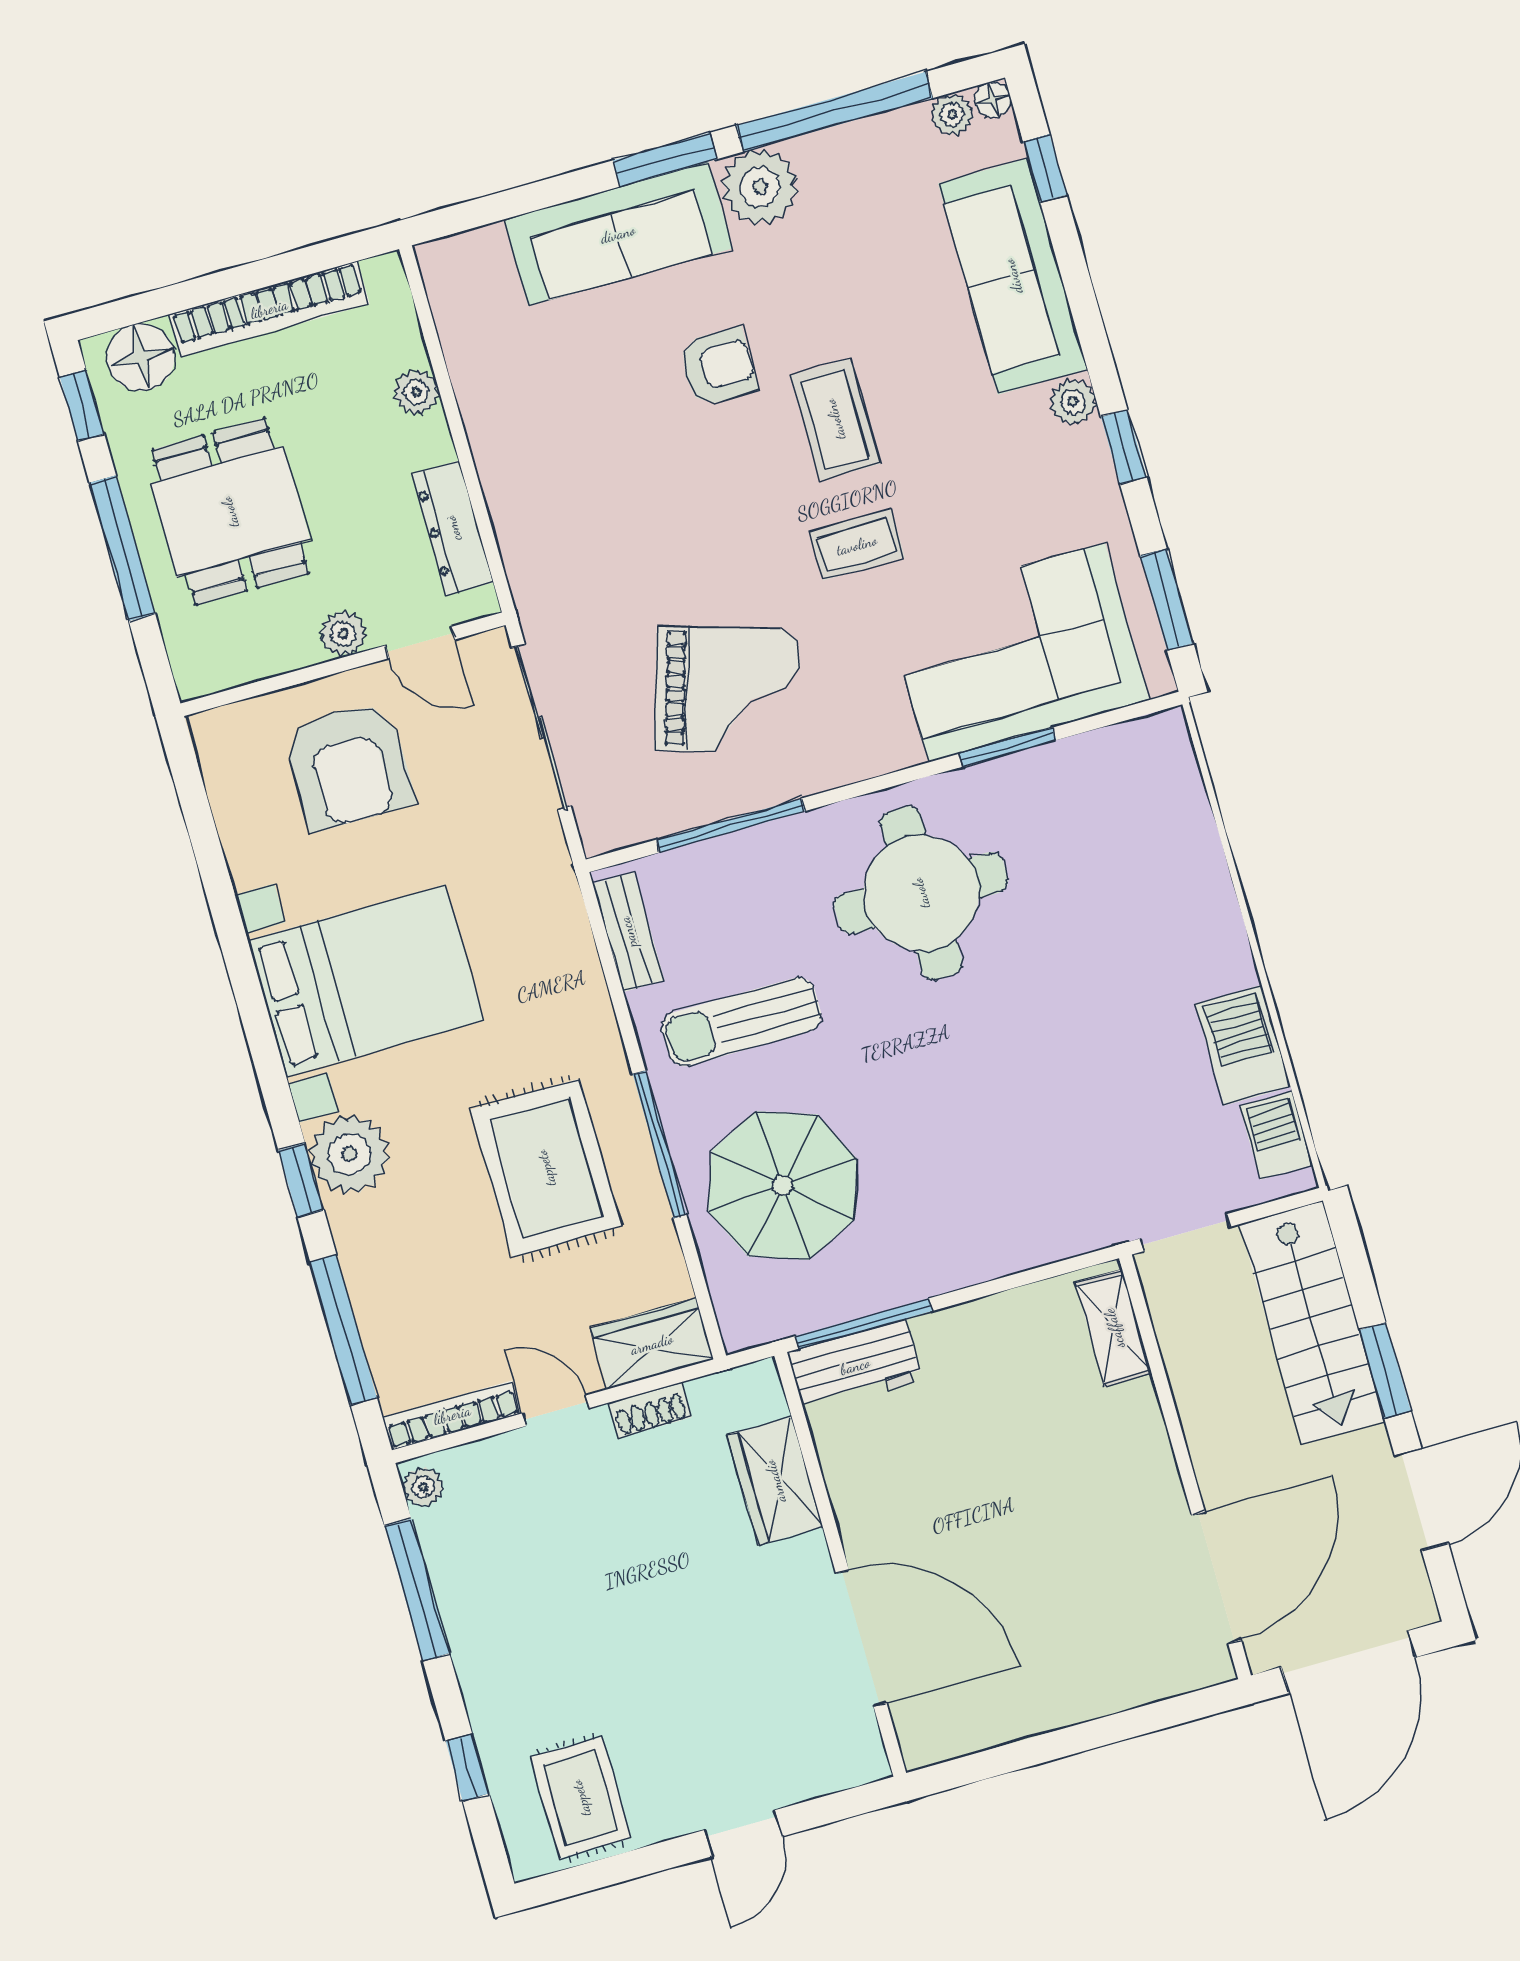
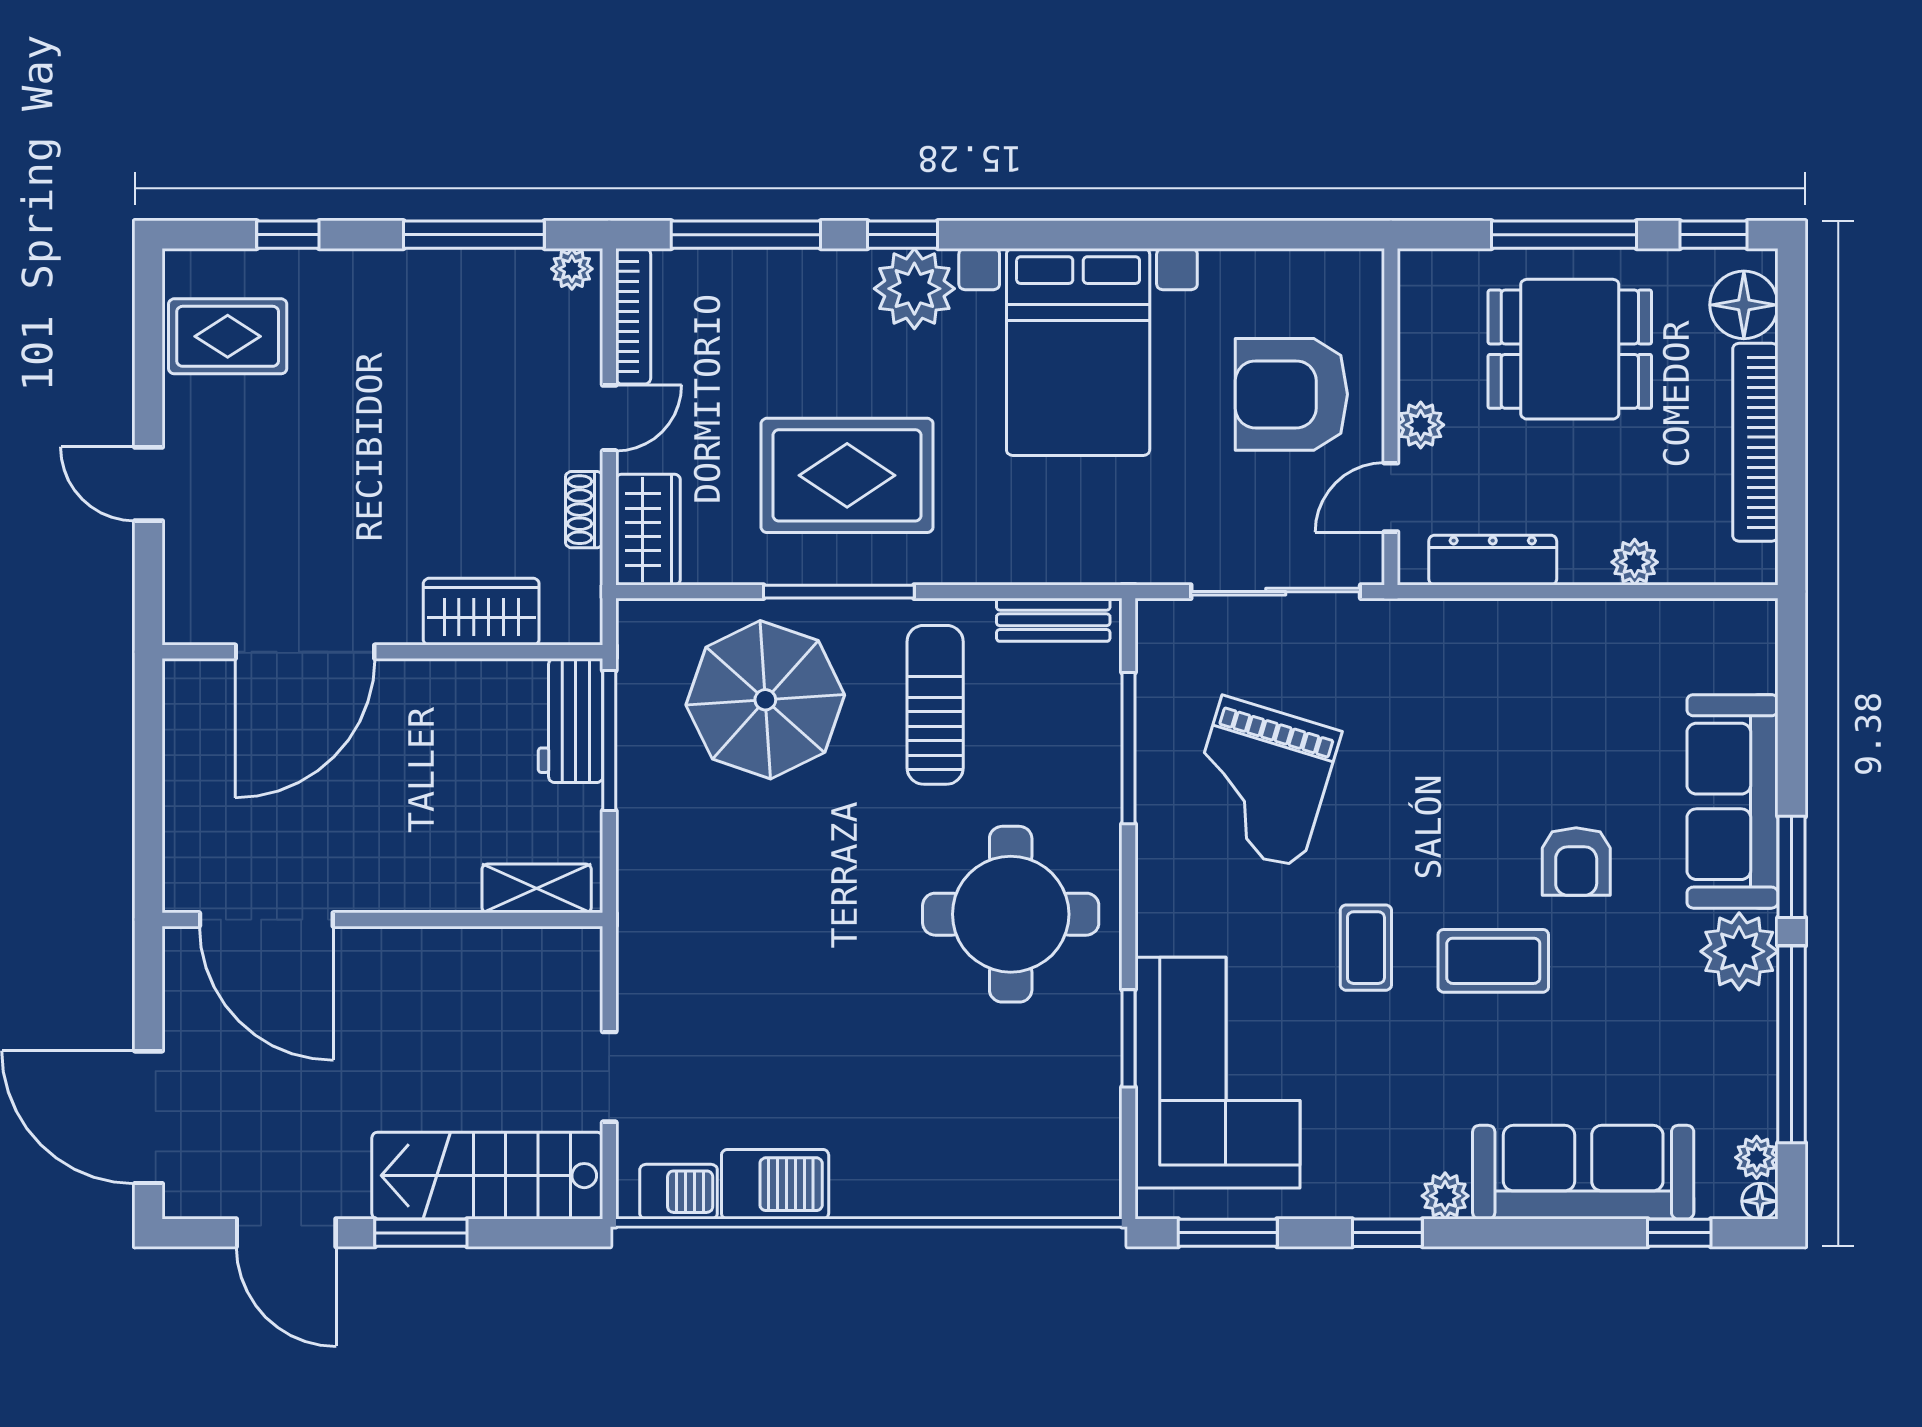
shelving: (1114, 1328) -> (537, 888), moved
wall: (1185, 1467) -> (382, 920), moved
door: (1216, 1578) -> (266, 920), moved

